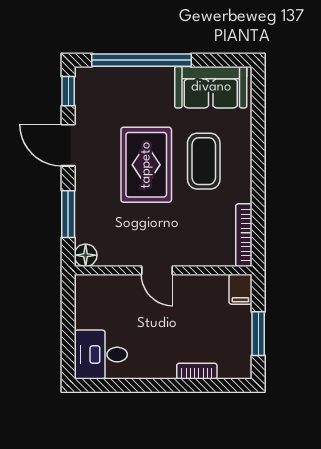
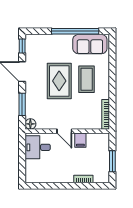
window: (141, 60) -> (75, 31), moved
filing cabinet: (240, 289) -> (80, 140), moved
desk: (101, 355) -> (38, 147), moved

